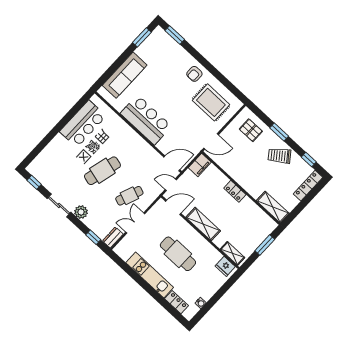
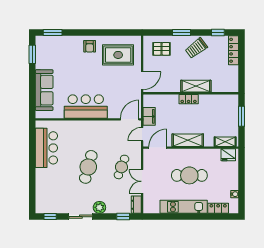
filing cabinet: (200, 165) -> (149, 116), moved
shelving: (273, 207) -> (196, 86), moved

